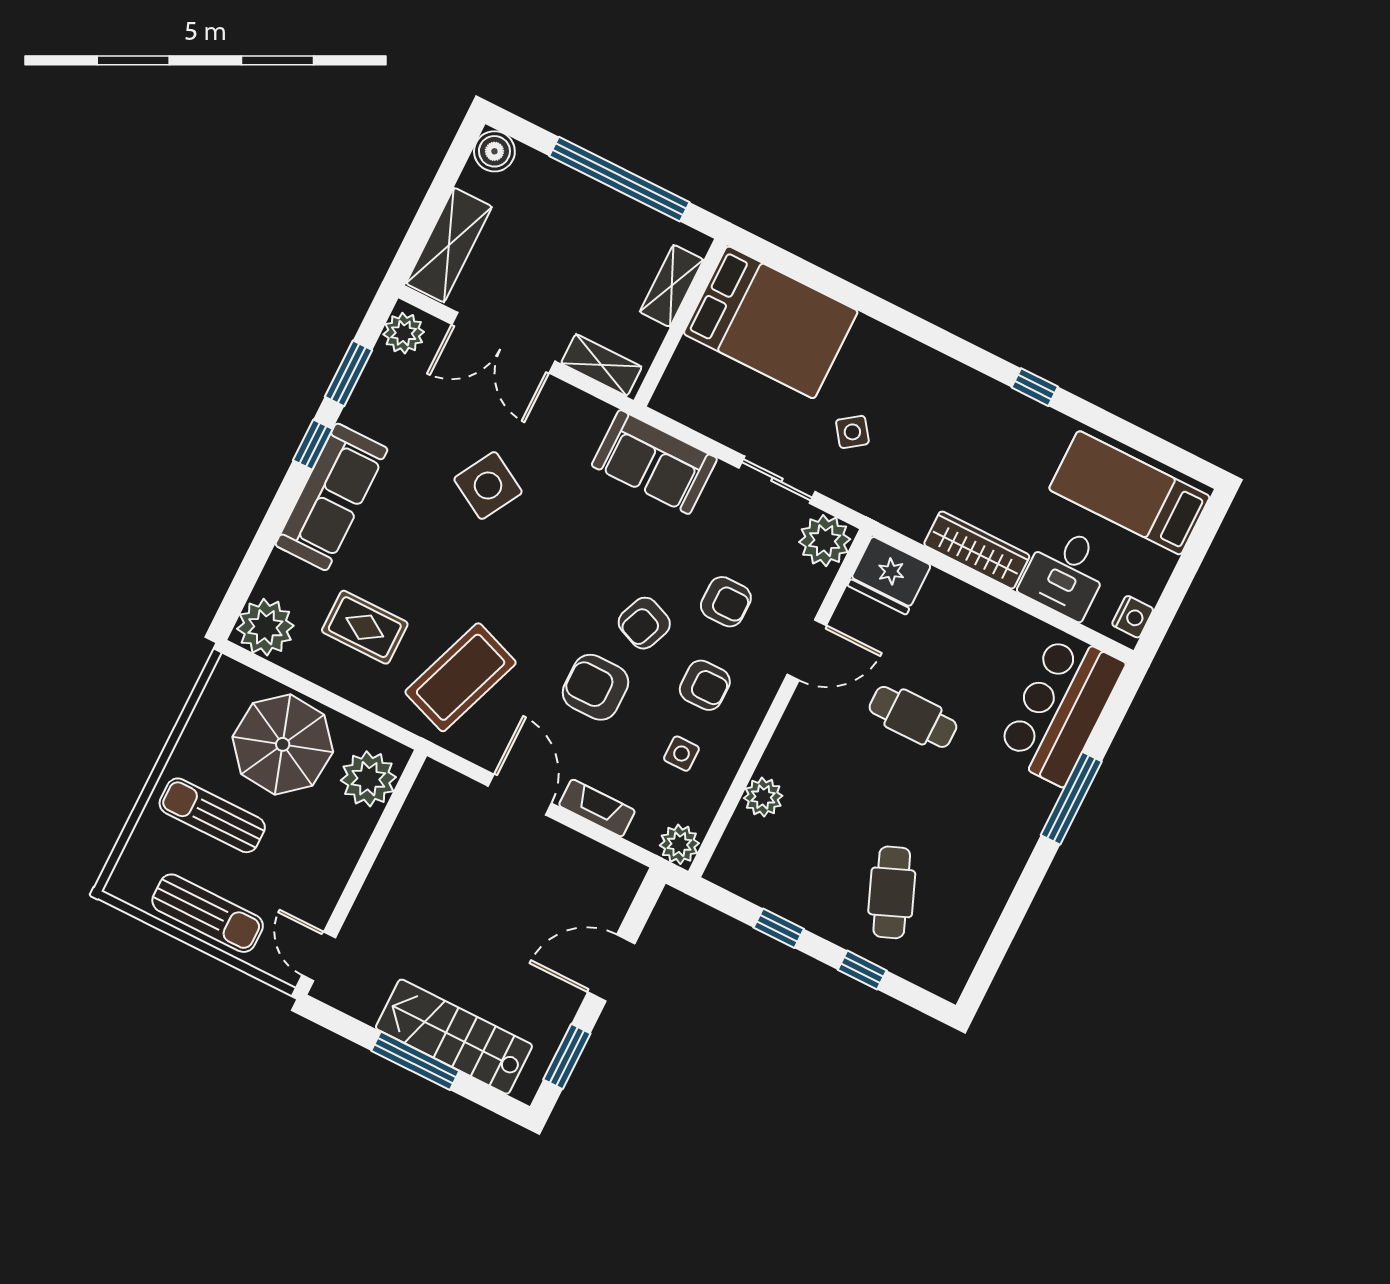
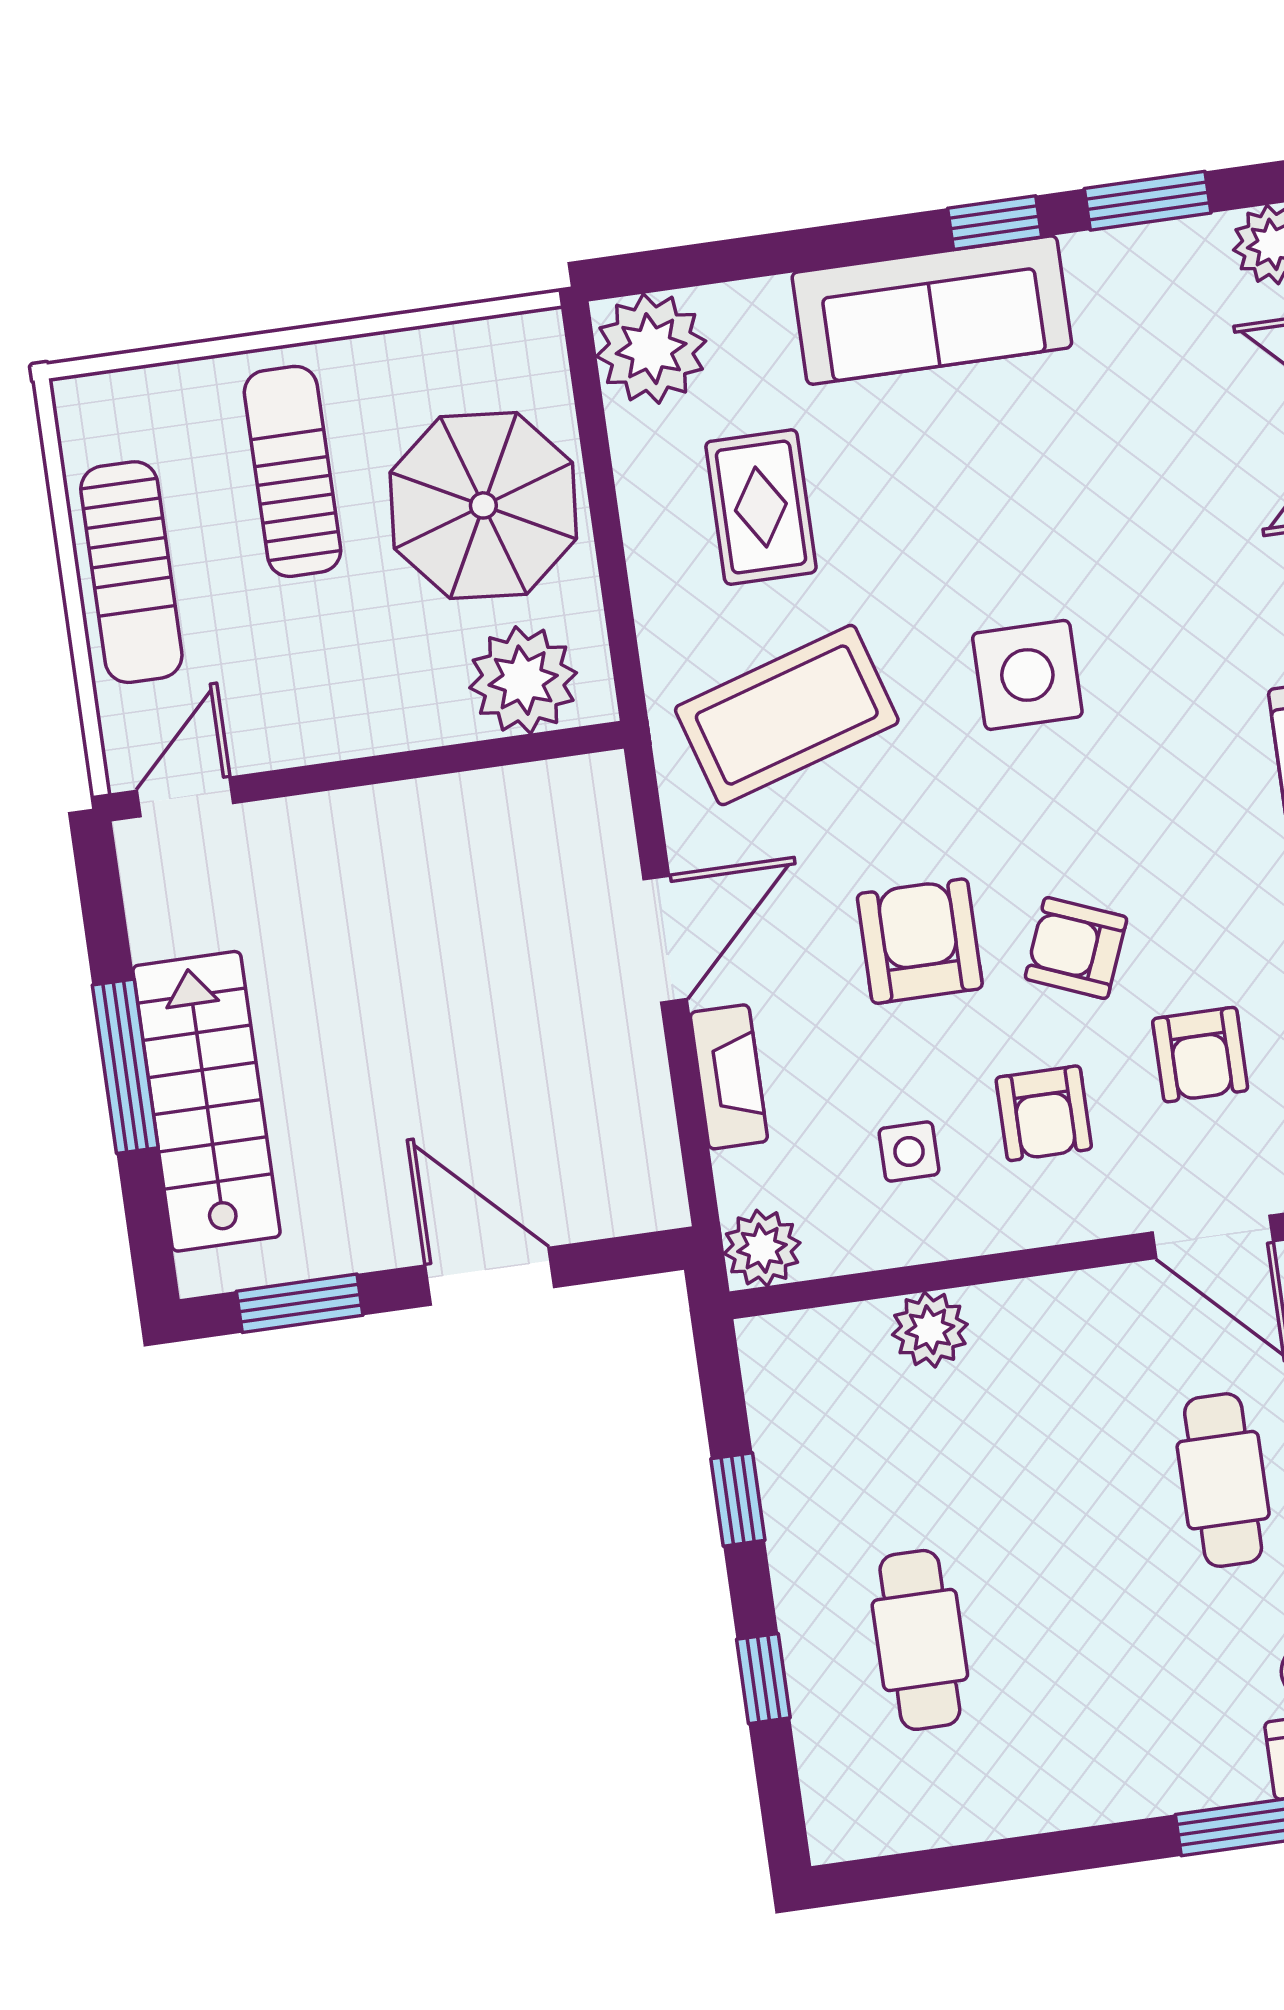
side table: (488, 486) -> (1027, 675), moved, turned -30
coffee table: (461, 677) -> (787, 715), turned -37
cafe table: (892, 892) -> (920, 1640), turned -68

